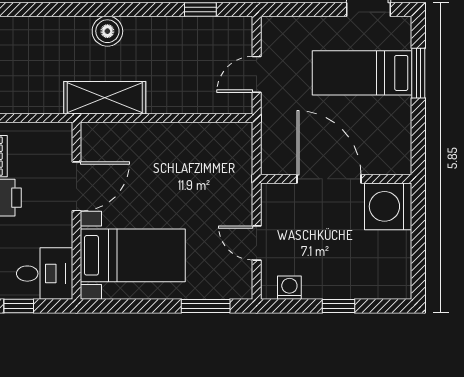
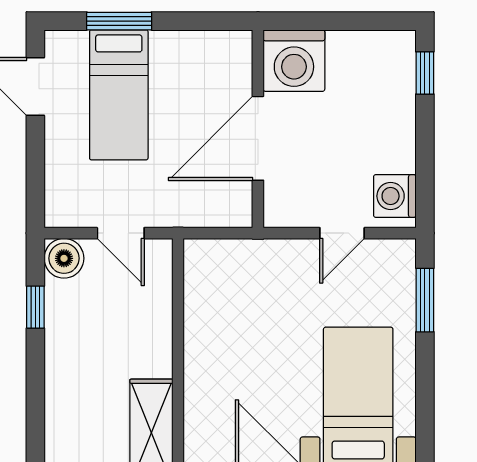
boiler: (107, 31) -> (64, 258), moved
washing machine: (289, 288) -> (395, 196), width x1.38, depth x1.38
window: (339, 306) -> (425, 73), moved

